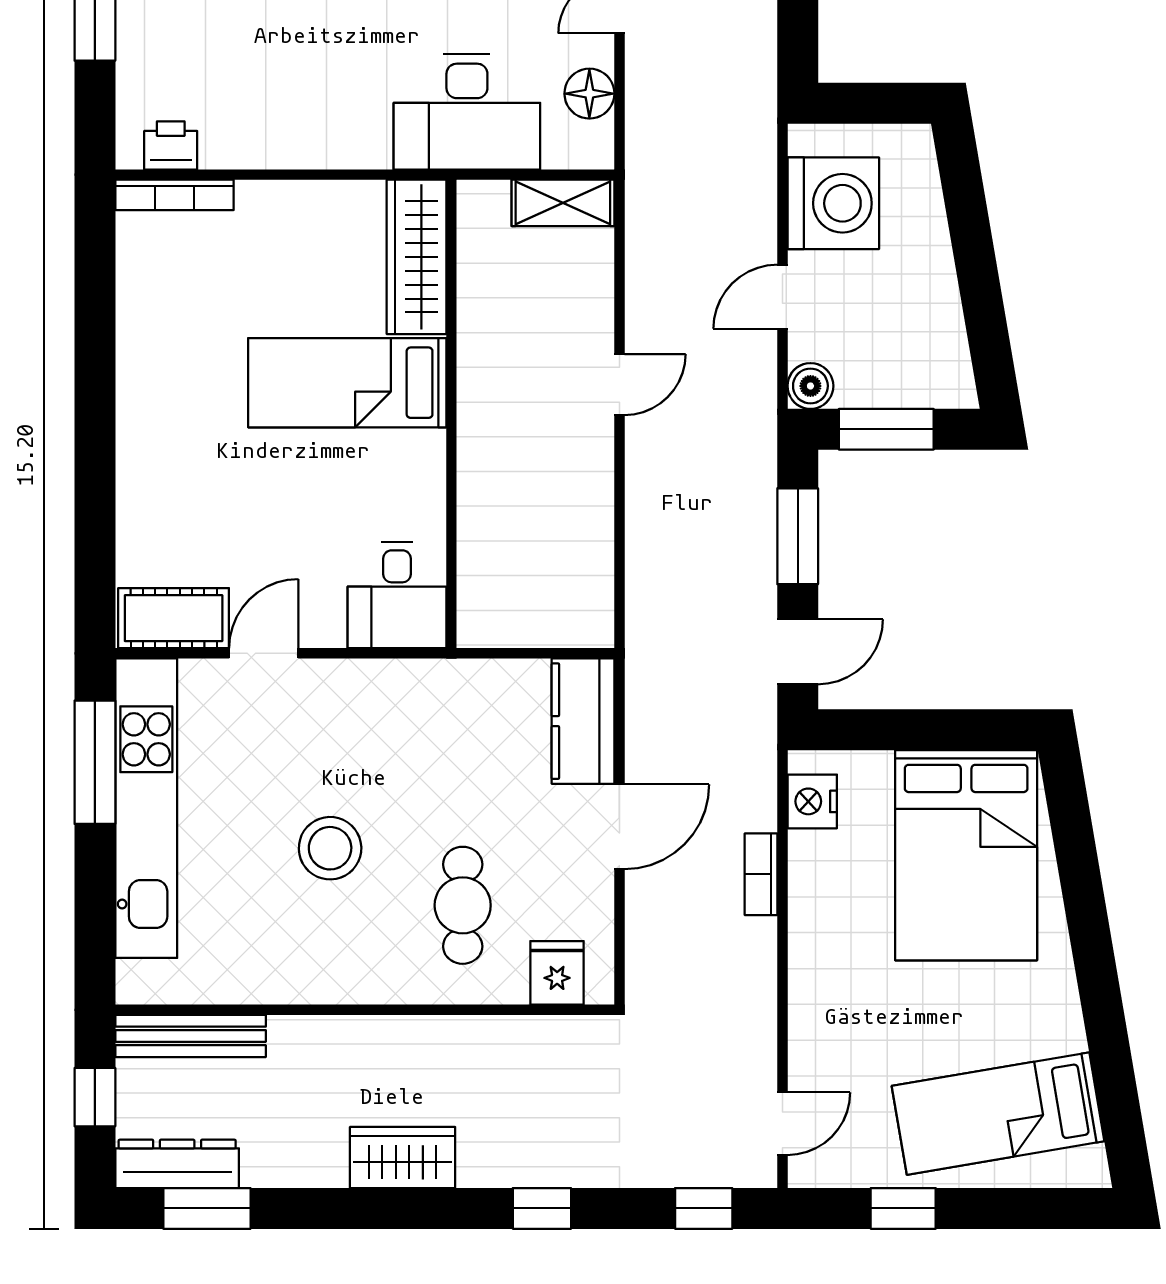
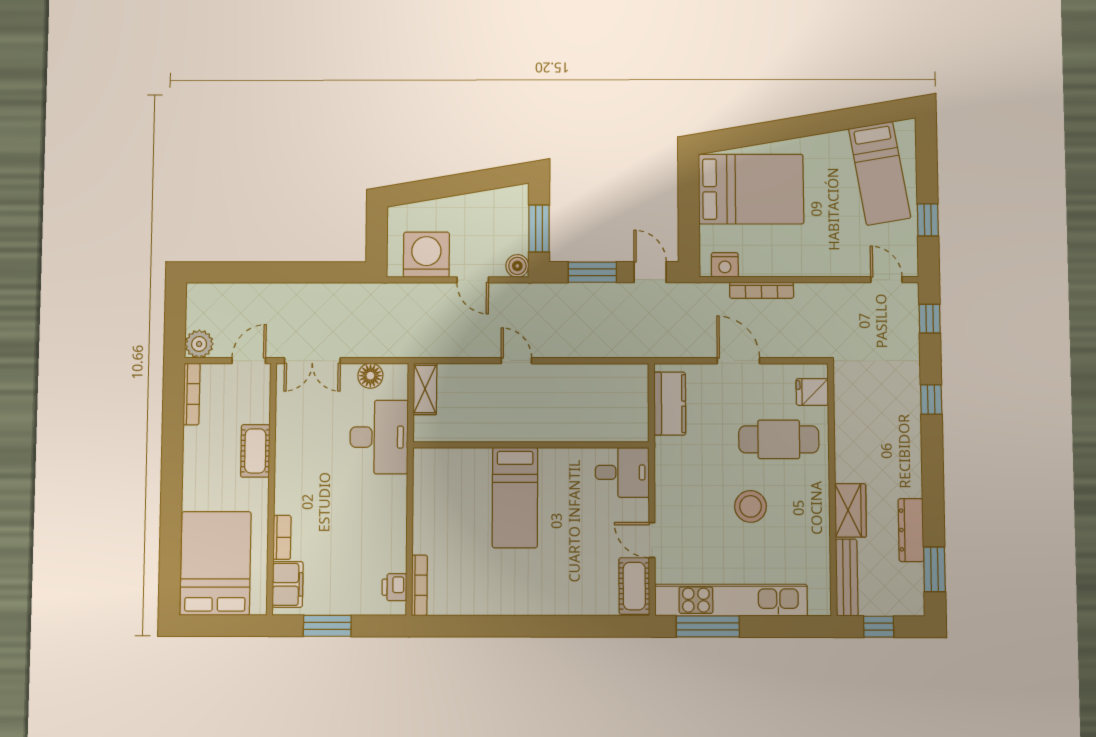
wardrobe: (416, 257) -> (452, 462), removed
kitchen counter: (583, 721) -> (670, 404), moved, turned -90
bookcase: (761, 874) -> (762, 290), width x1.56
cafe table: (463, 905) -> (779, 439), width x1.37, depth x1.35
wardrobe: (403, 1157) -> (851, 510), moved, turned 180
dresser: (177, 1164) -> (911, 530), moved

